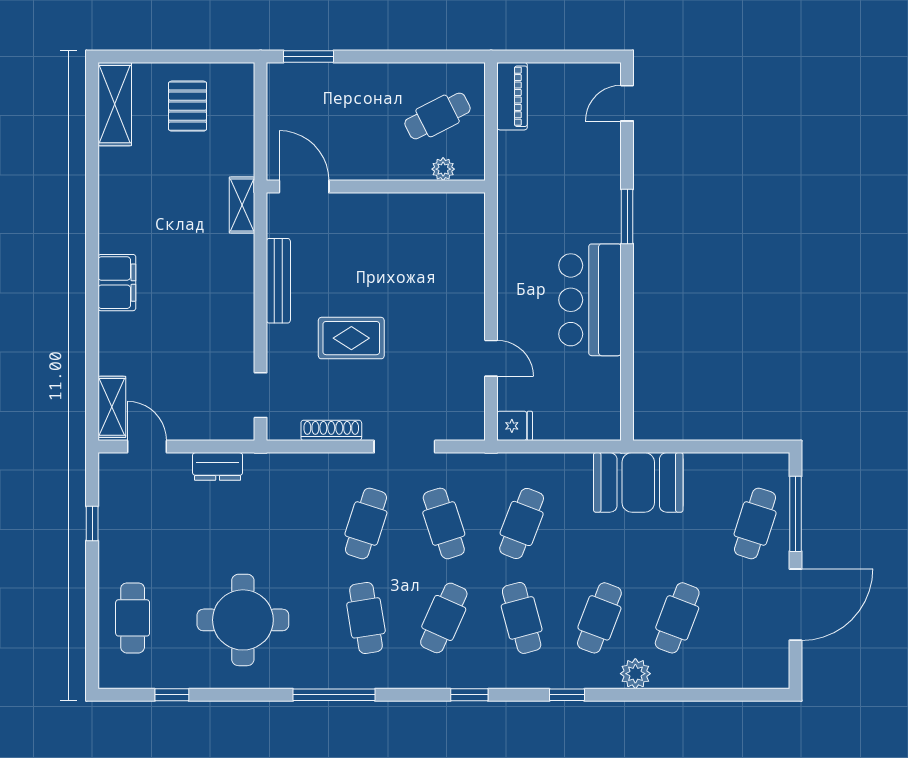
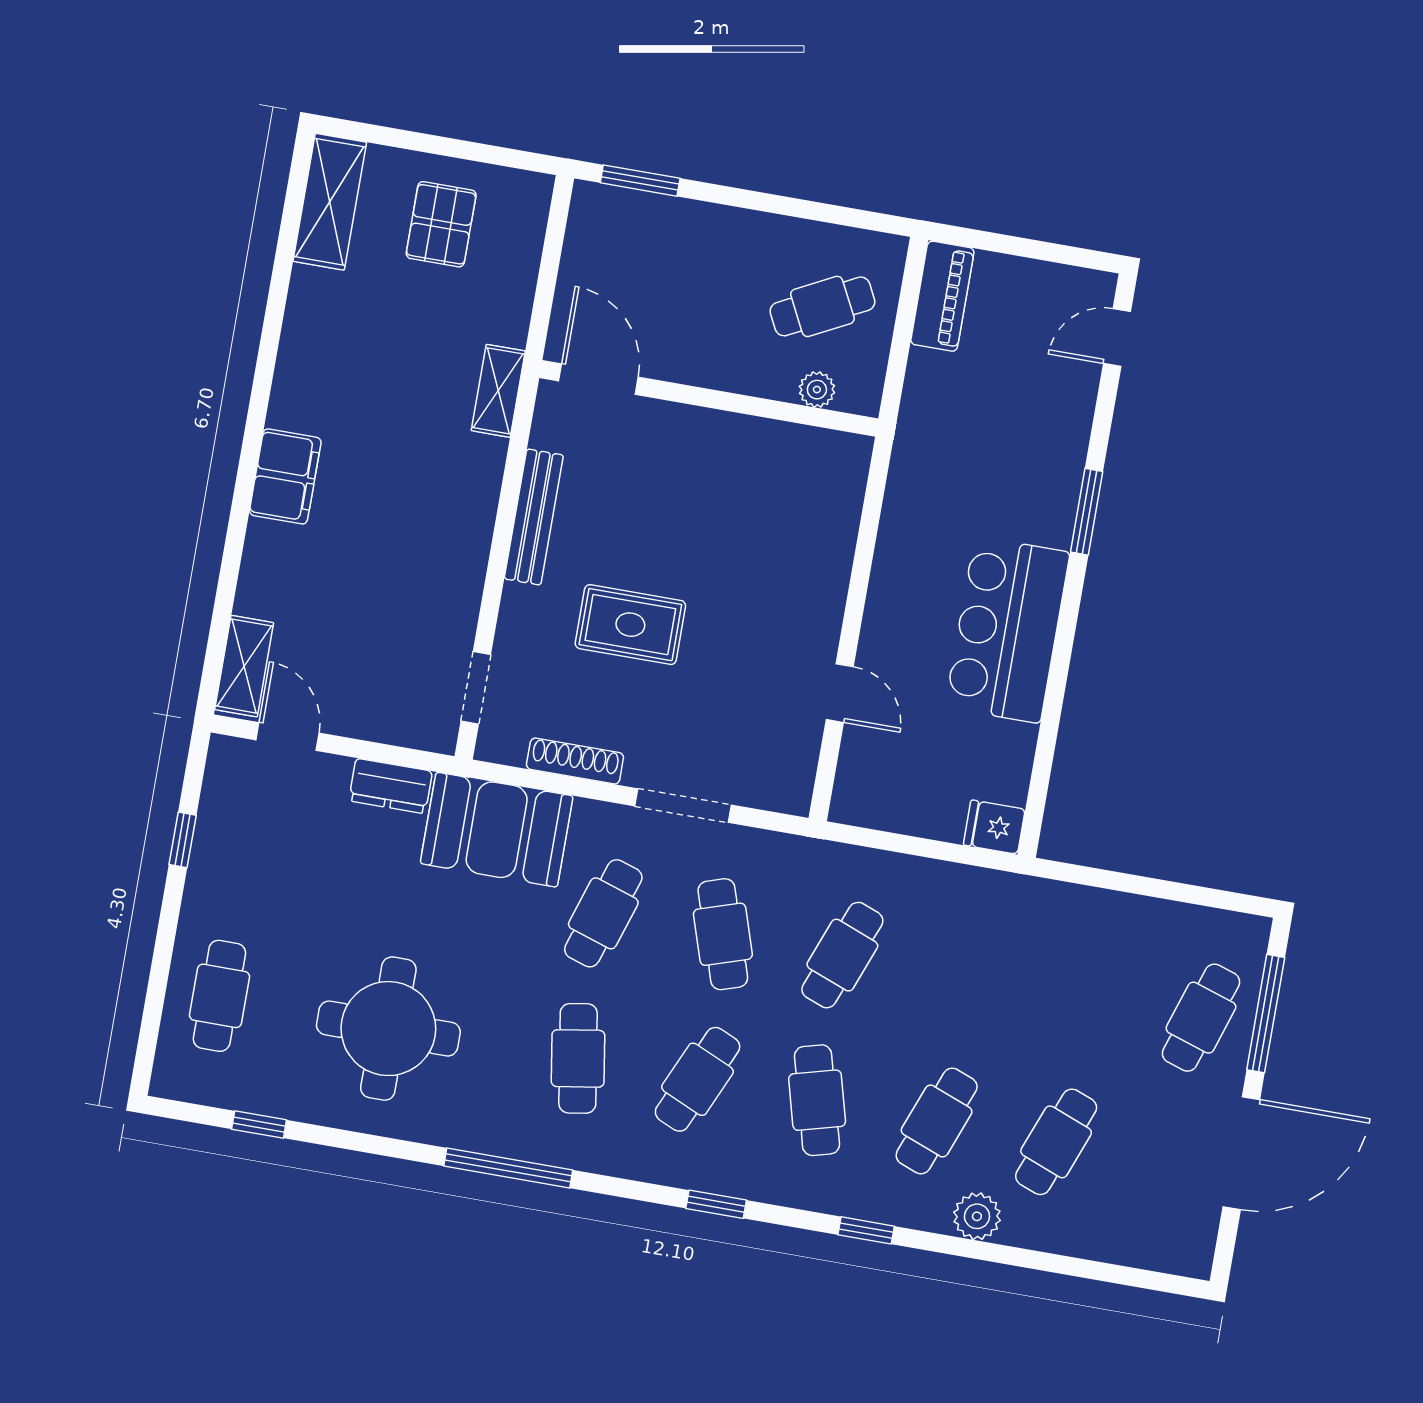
fridge: (515, 426) -> (994, 827), moved, turned 180
booth: (638, 482) -> (497, 830), moved

